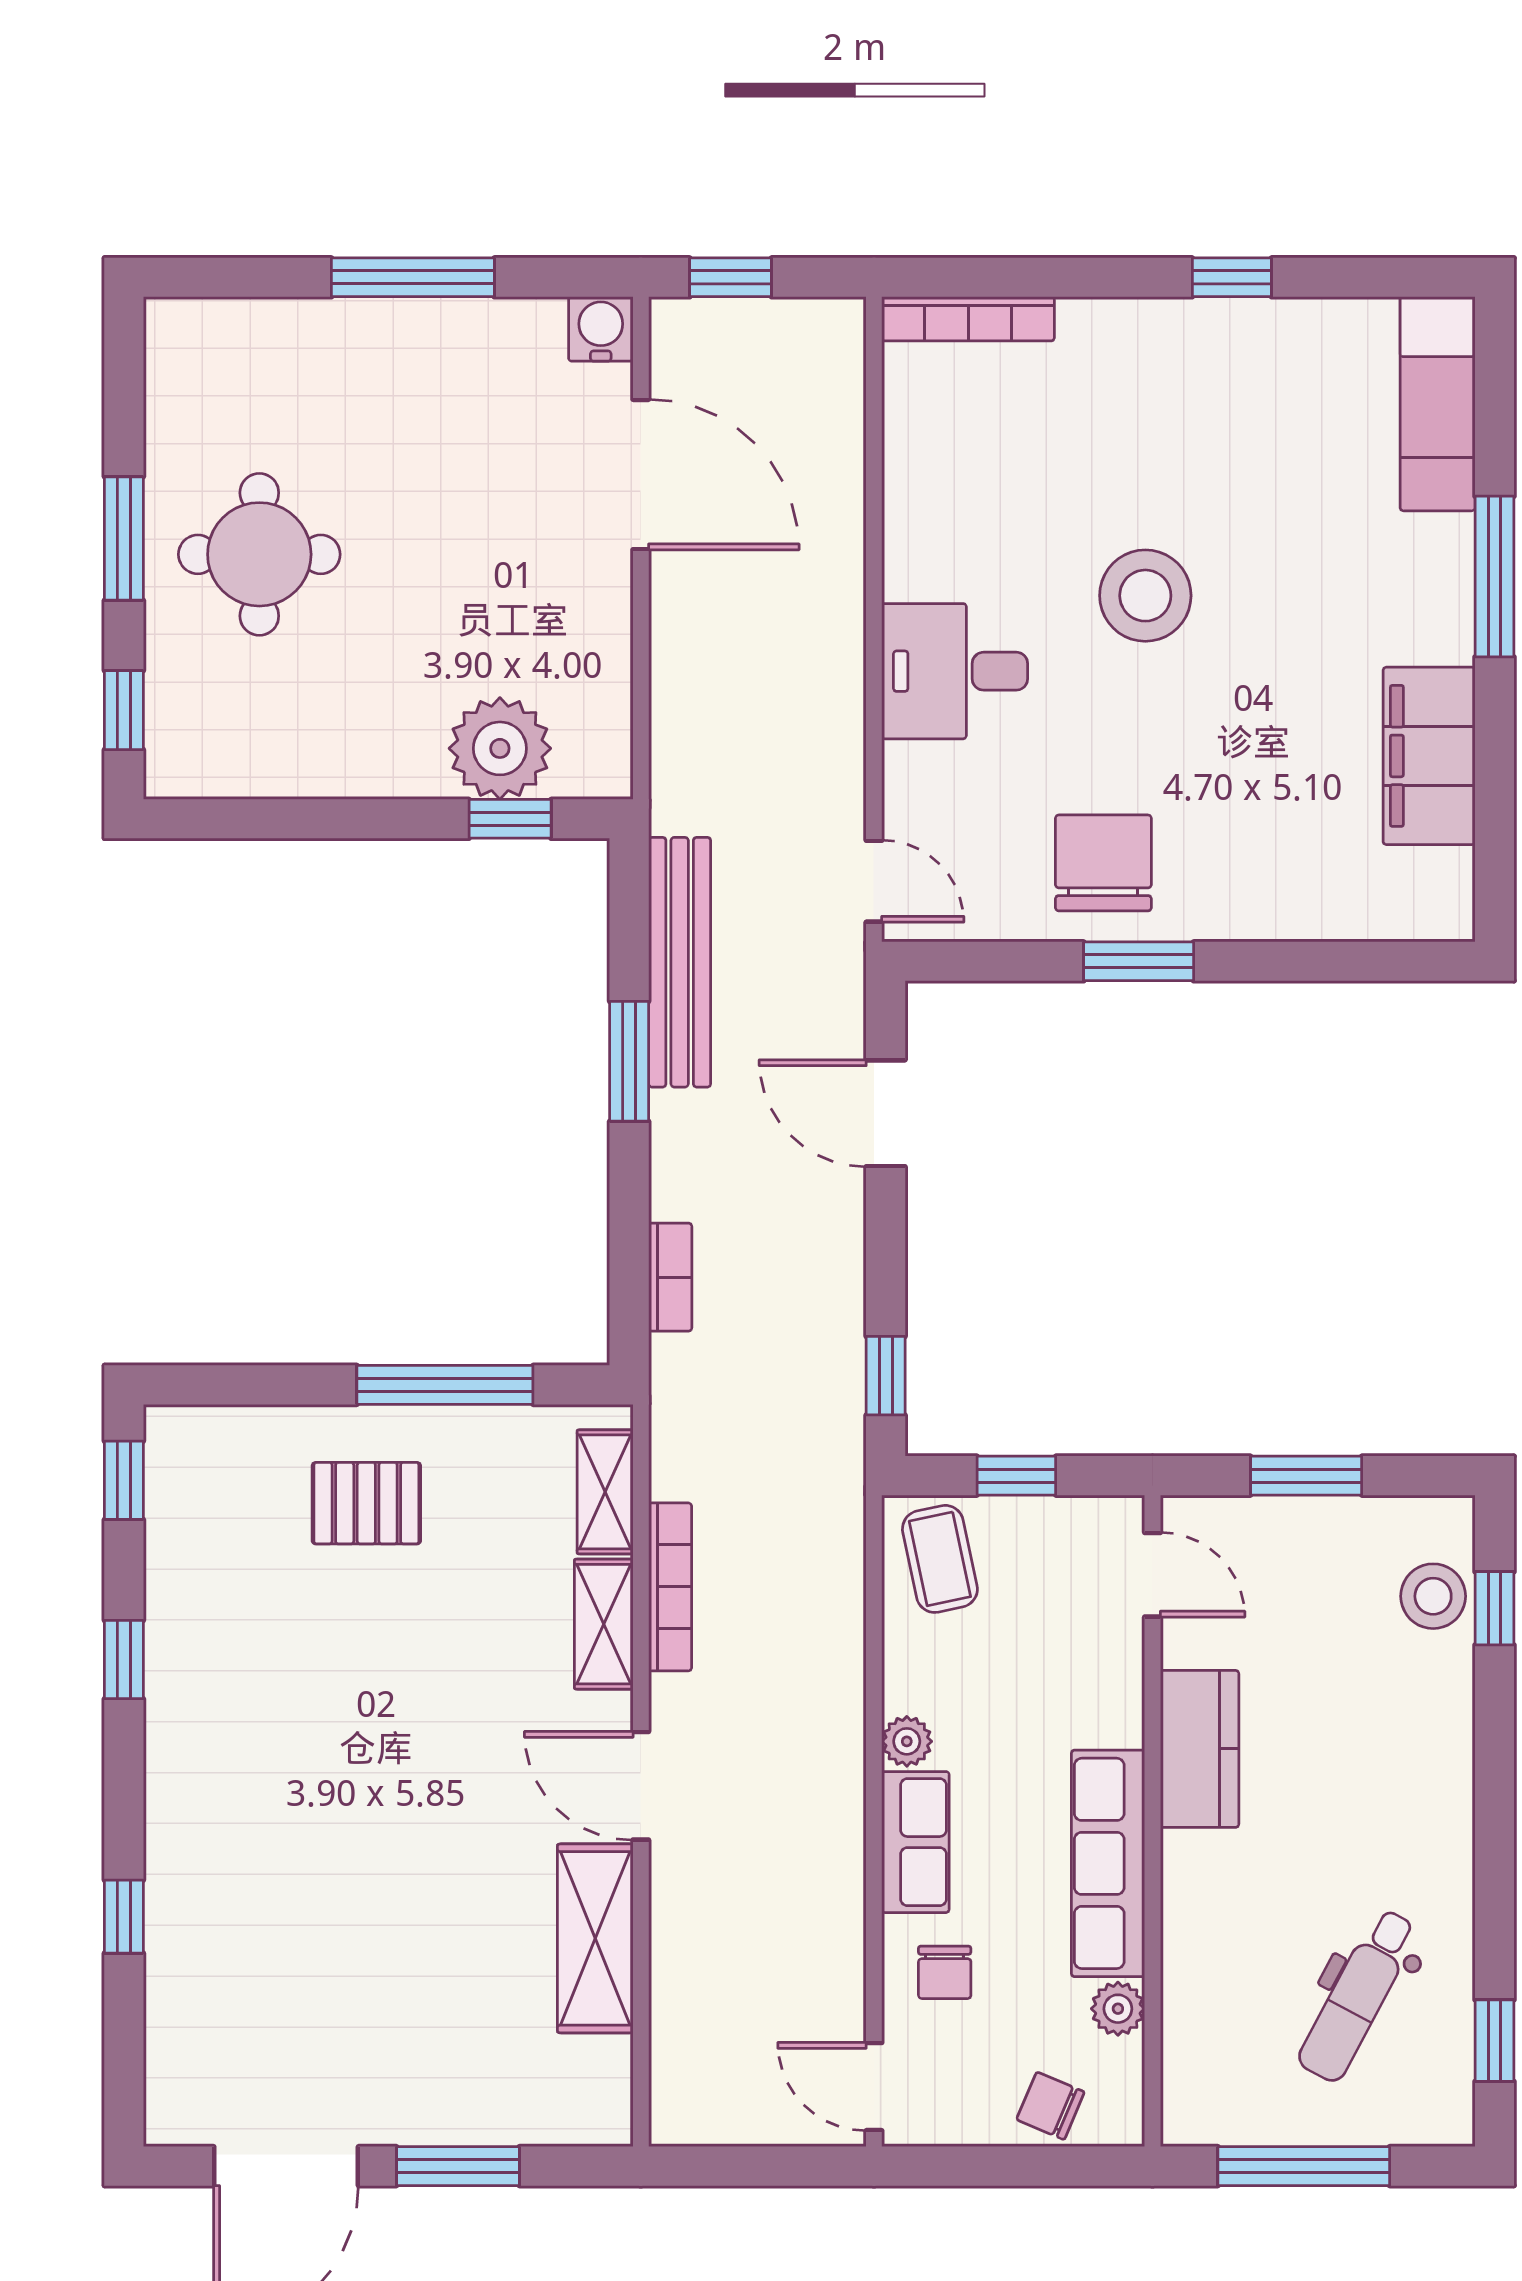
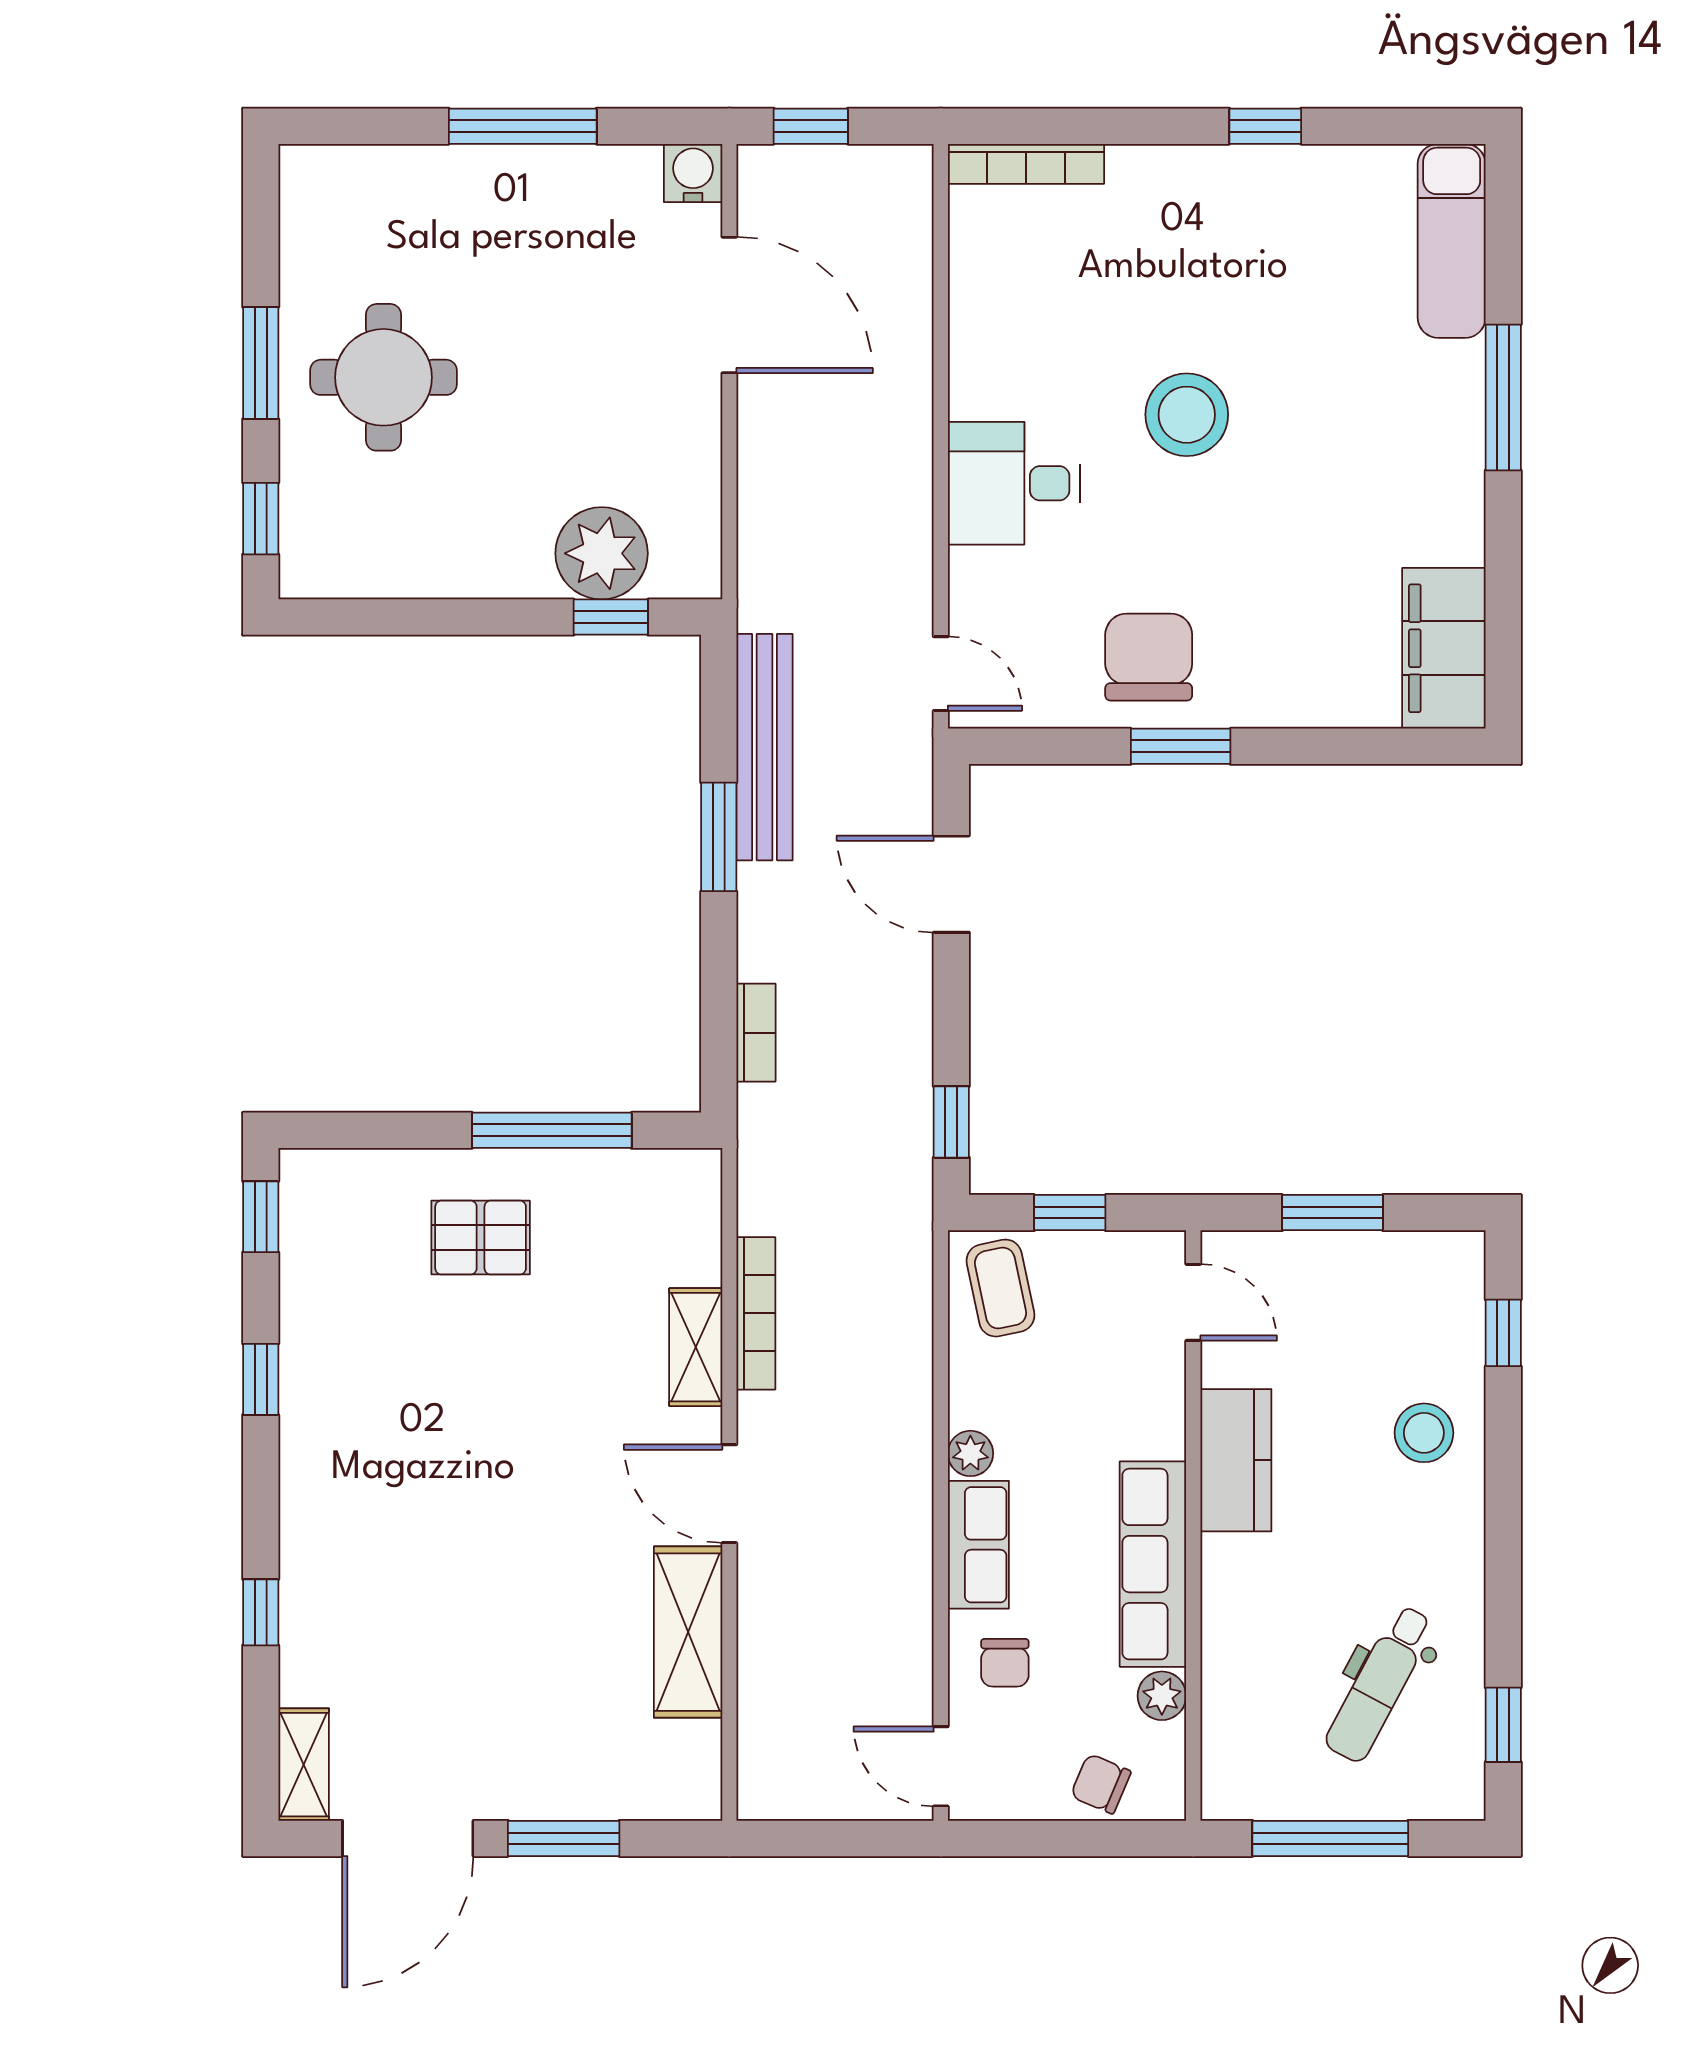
filing cabinet: (1429, 756) -> (1444, 648), moved
shelving: (605, 1492) -> (304, 1765), moved
stool: (1433, 1596) -> (1424, 1433), moved

